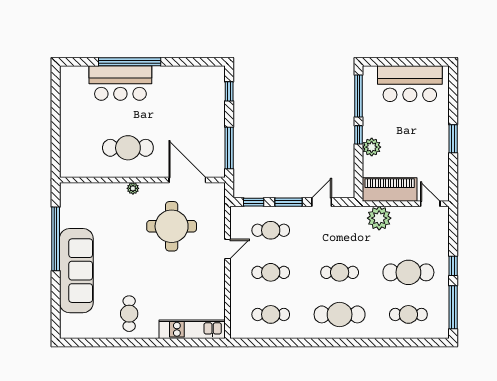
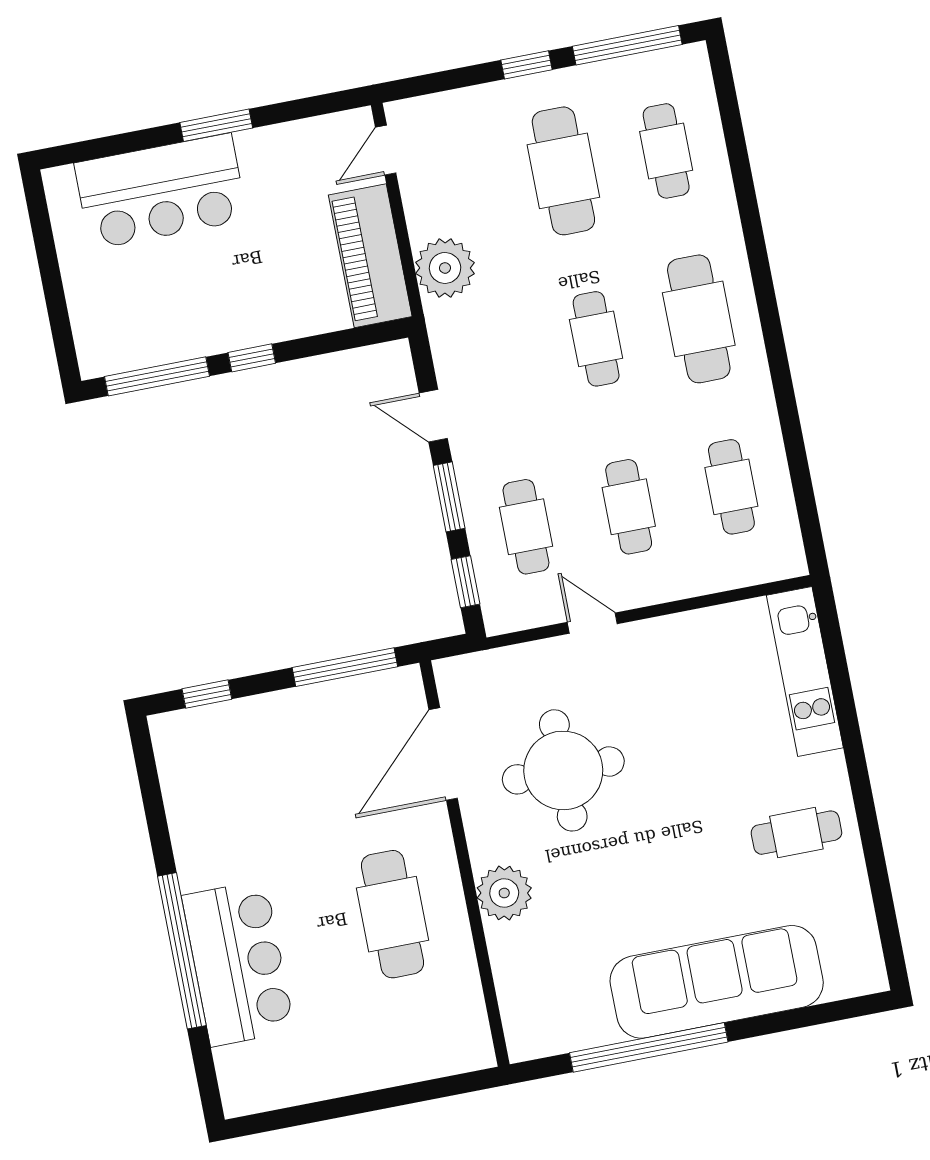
bar counter: (410, 84) -> (161, 191), moved, turned 90
plant: (372, 147) -> (275, 320), removed
plant: (133, 188) -> (504, 893), width x1.88, depth x1.88

